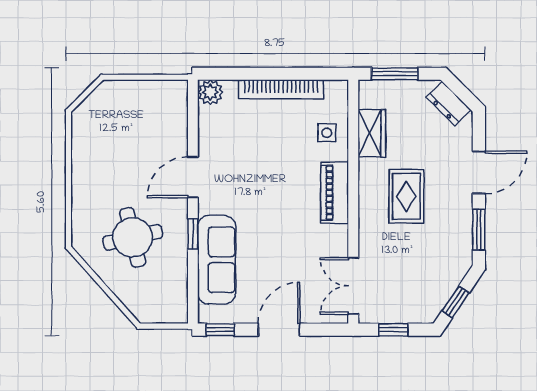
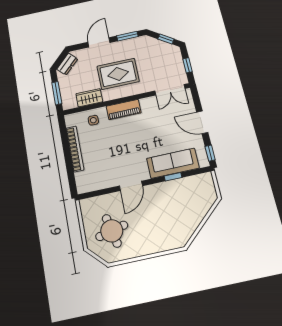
plant: (210, 92) -> (83, 186), removed
door: (479, 172) -> (99, 42), hinge flipped
door: (193, 177) -> (131, 186), hinge flipped
rug: (406, 196) -> (118, 74), width x1.36, depth x1.43
window: (193, 234) -> (173, 177), moved
round table: (133, 237) -> (112, 231), moved

